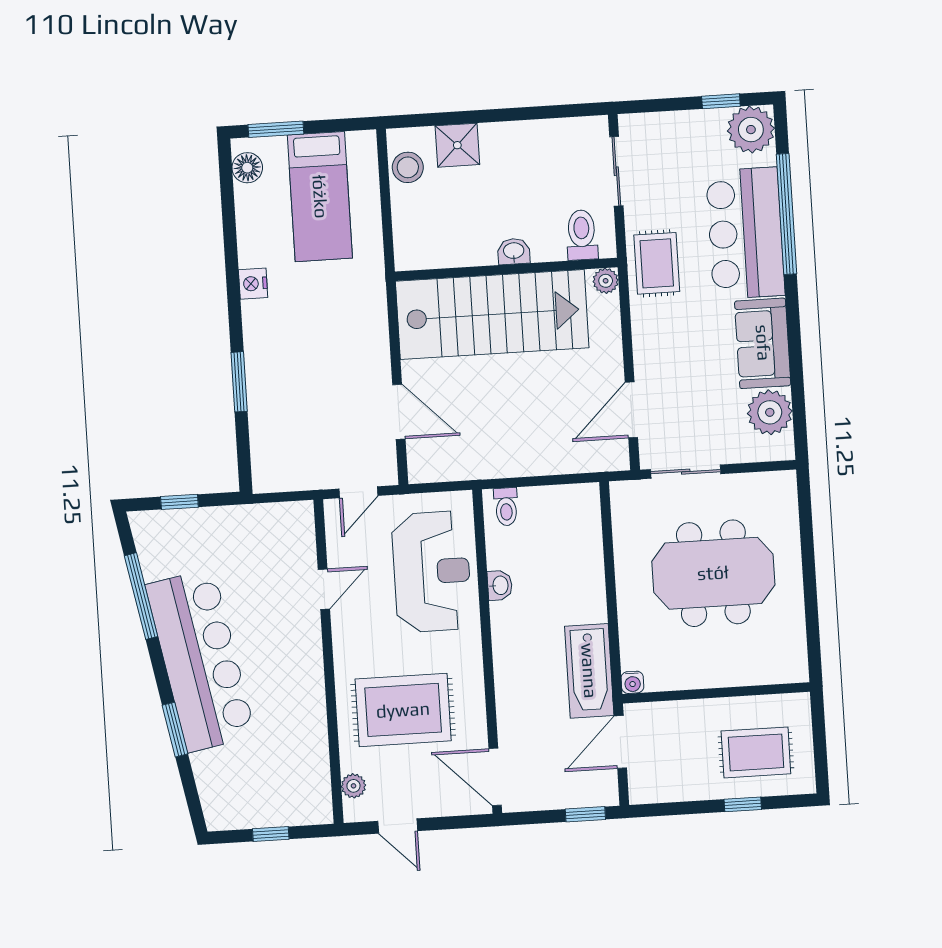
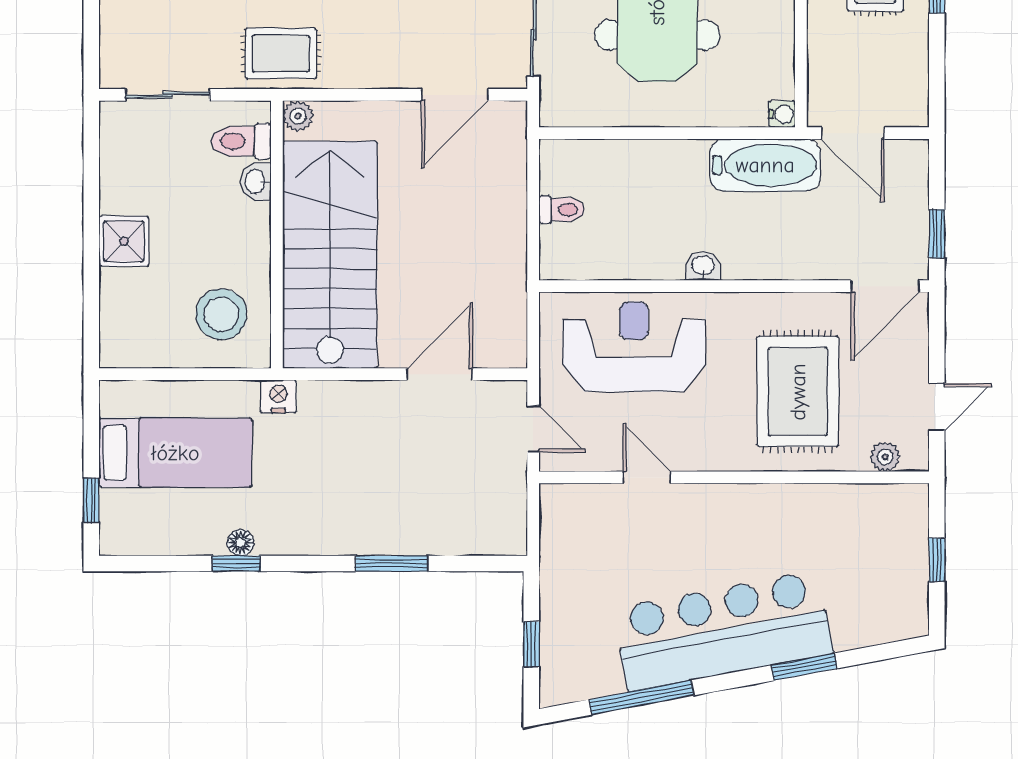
window: (276, 129) -> (91, 500), width x0.67
shower: (457, 145) -> (124, 241), moved
stool: (408, 167) -> (221, 314), moved, width x1.38, depth x1.38
floor lamp: (247, 168) -> (240, 543), moved, width x0.73, depth x0.73
washbasin: (514, 251) -> (256, 181), moved
window: (231, 253) -> (236, 564), added
nightstand: (253, 284) -> (278, 396), moved, turned 180
door: (631, 410) -> (455, 95), hinge flipped
toilet: (506, 507) -> (562, 210), moved
washbasin: (500, 585) -> (703, 266), moved
window: (585, 814) -> (937, 234), moved

